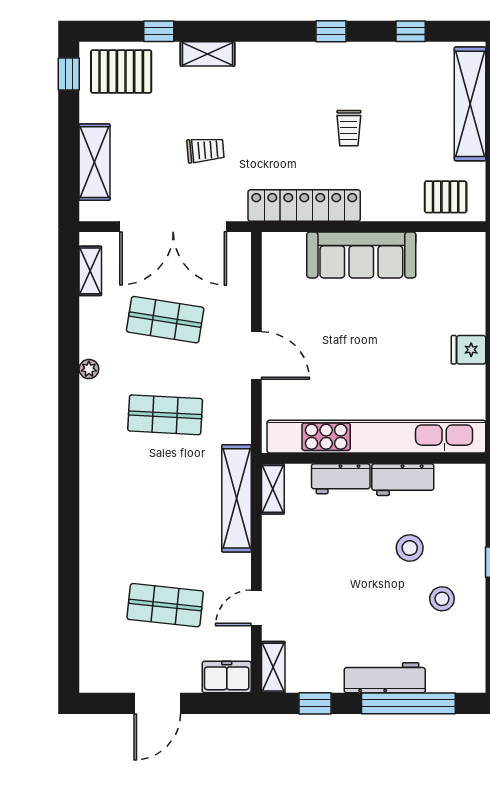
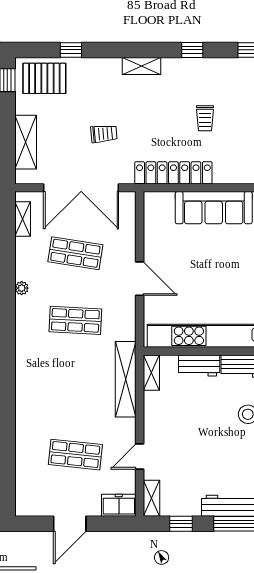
shelving: (208, 54) -> (141, 66), moved

